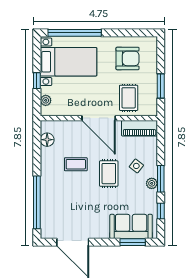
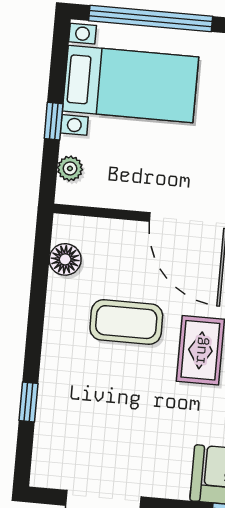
coffee table: (76, 164) -> (126, 322), width x1.36, depth x1.30
window: (37, 202) -> (28, 402), width x0.32

